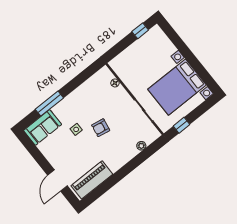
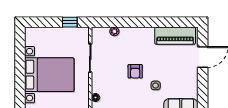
bed with nightstands: (177, 87) -> (49, 75), moved
armchair: (101, 128) -> (135, 71), turned 80

